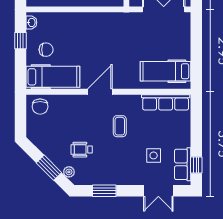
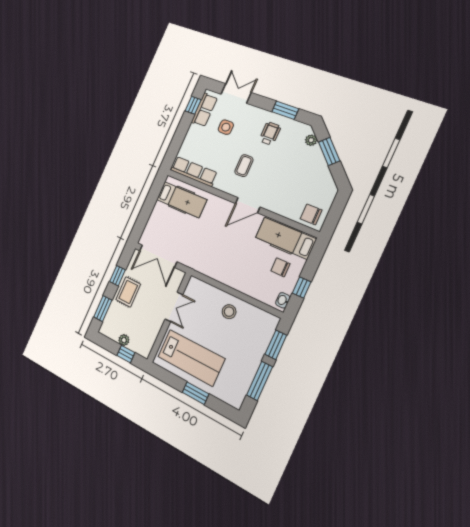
chair: (40, 107) -> (311, 214), turned -90
wheelchair: (82, 150) -> (270, 134), moved, turned -90

